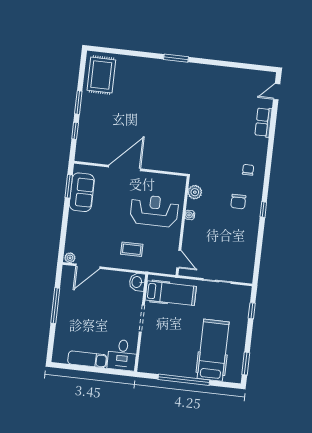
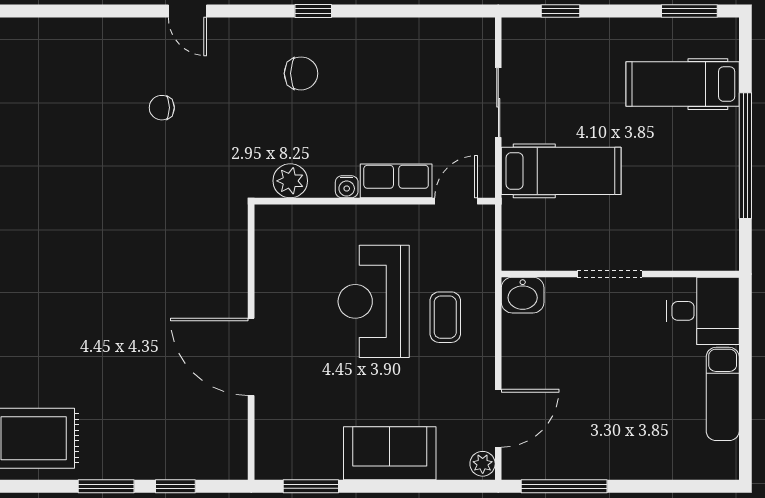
door: (277, 92) -> (187, 11), moved
row of seats: (264, 122) -> (396, 181), moved, turned 180
chair: (248, 170) -> (162, 108), moved
sofa: (82, 192) -> (390, 453), moved
reception desk: (154, 211) -> (374, 301), moved
door: (88, 266) -> (498, 418), hinge flipped
hospital bed: (171, 293) -> (561, 171), moved, turned 90
window: (55, 306) -> (564, 486), moved
hospital bed: (213, 350) -> (683, 84), width x0.73, depth x0.78

